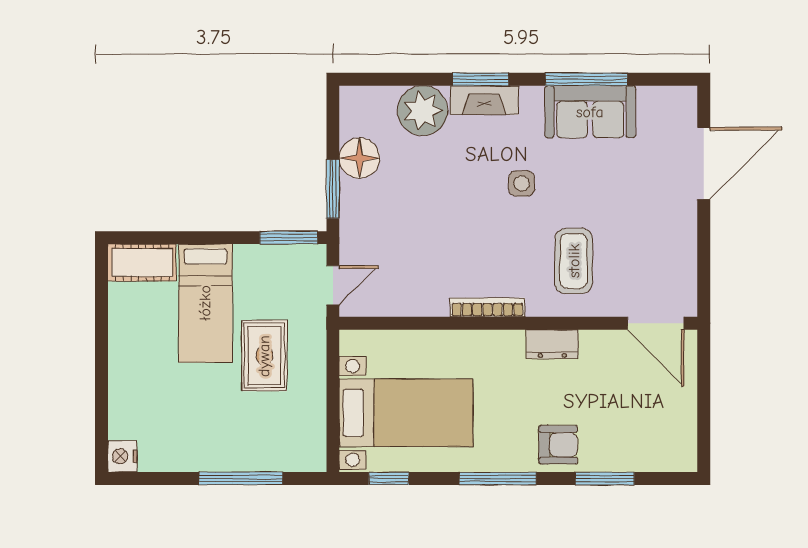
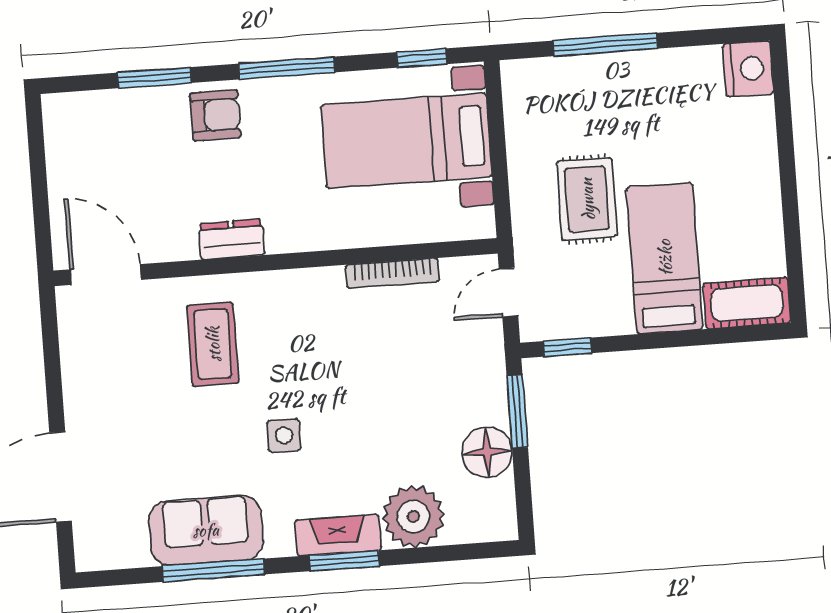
window: (289, 238) -> (567, 347), width x0.67
bookcase: (487, 307) -> (393, 273), moved
armchair: (558, 445) -> (215, 115), turned 180
nightstand: (122, 456) -> (748, 69), width x1.36, depth x1.33

